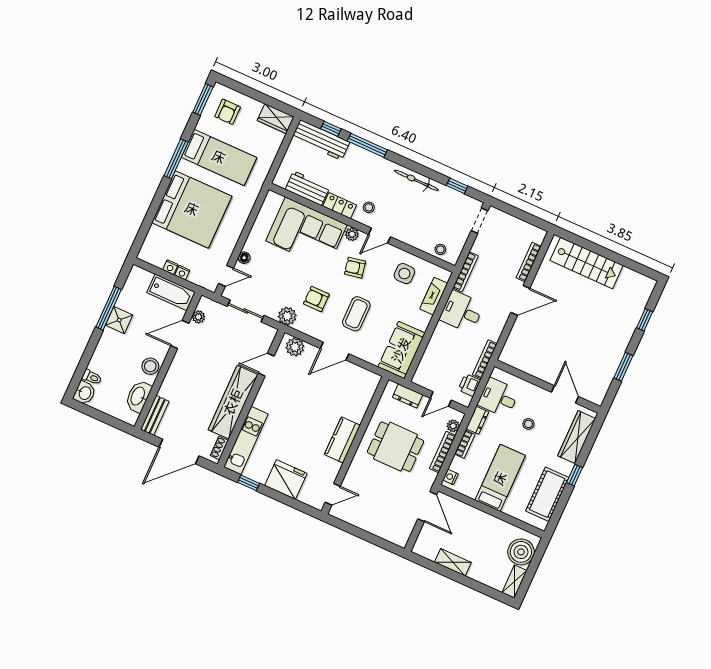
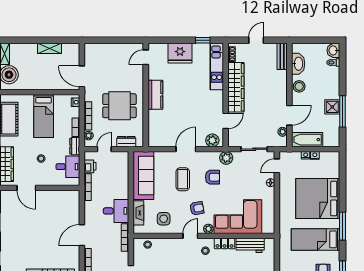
sofa: (401, 350) -> (143, 176), width x1.36
door: (179, 451) -> (256, 40), width x0.53

